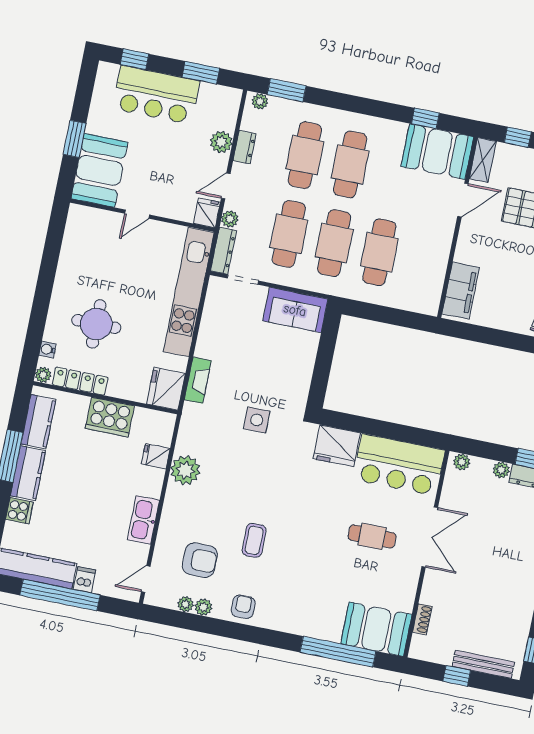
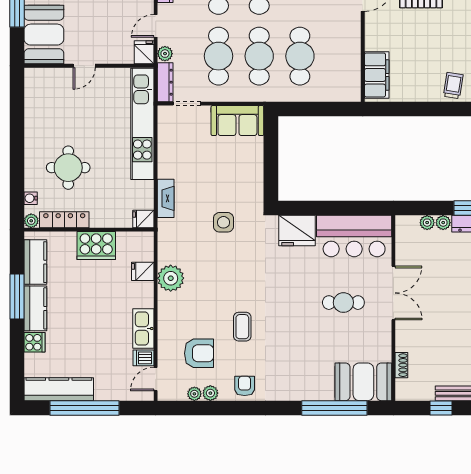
fridge: (166, 389) -> (143, 219), width x0.53, depth x0.75
plant: (462, 462) -> (427, 223), moved
dishwasher: (84, 580) -> (144, 358), moved, turned -90

